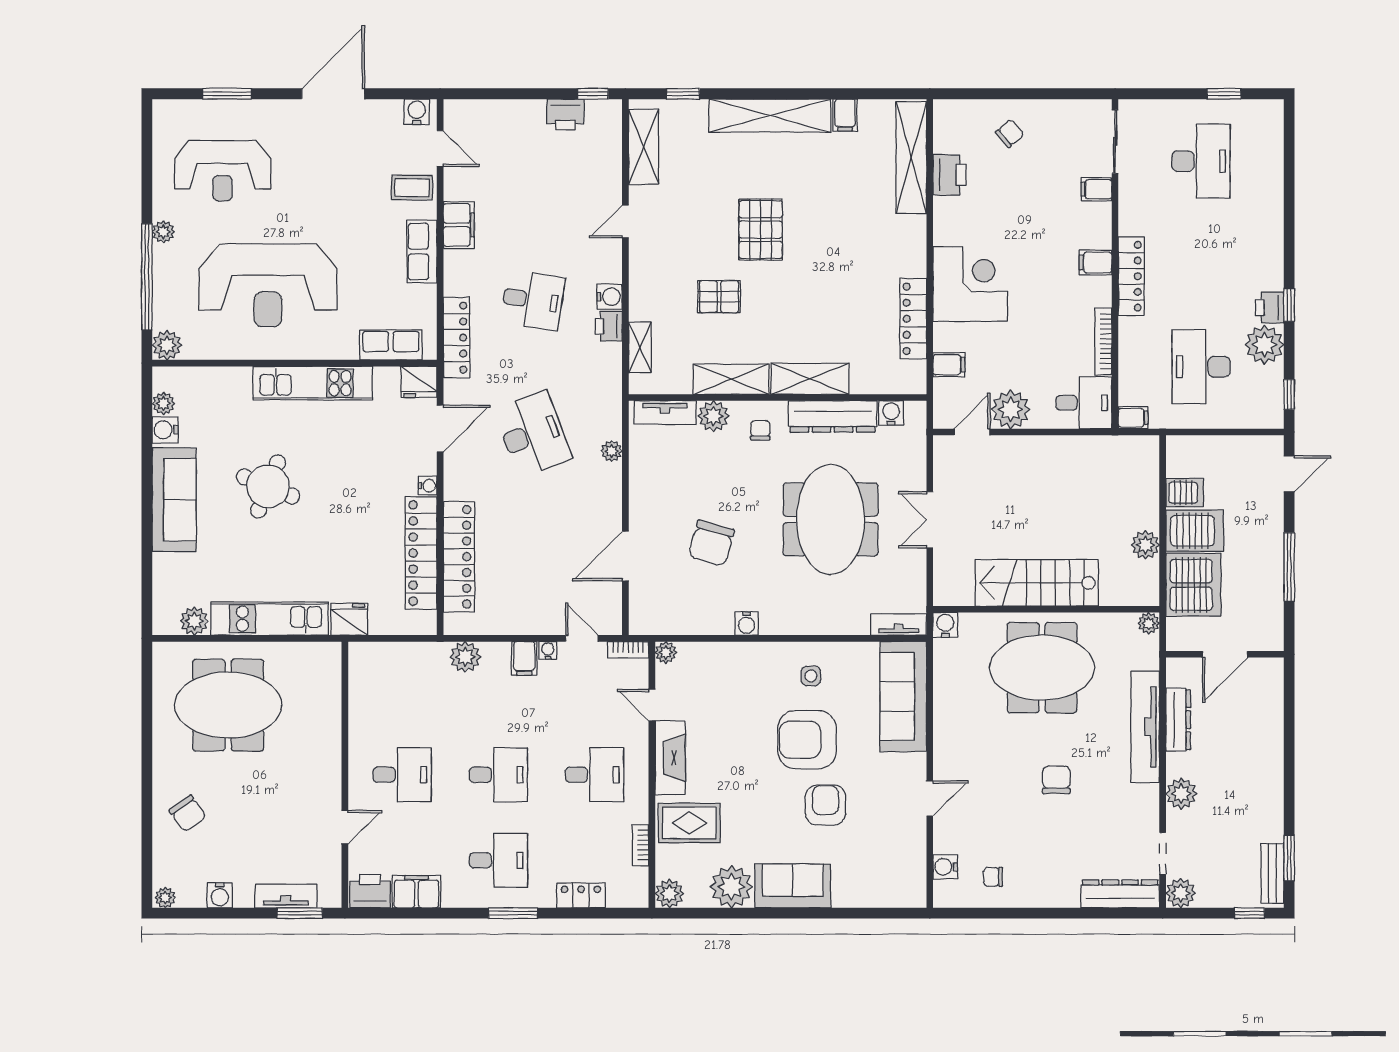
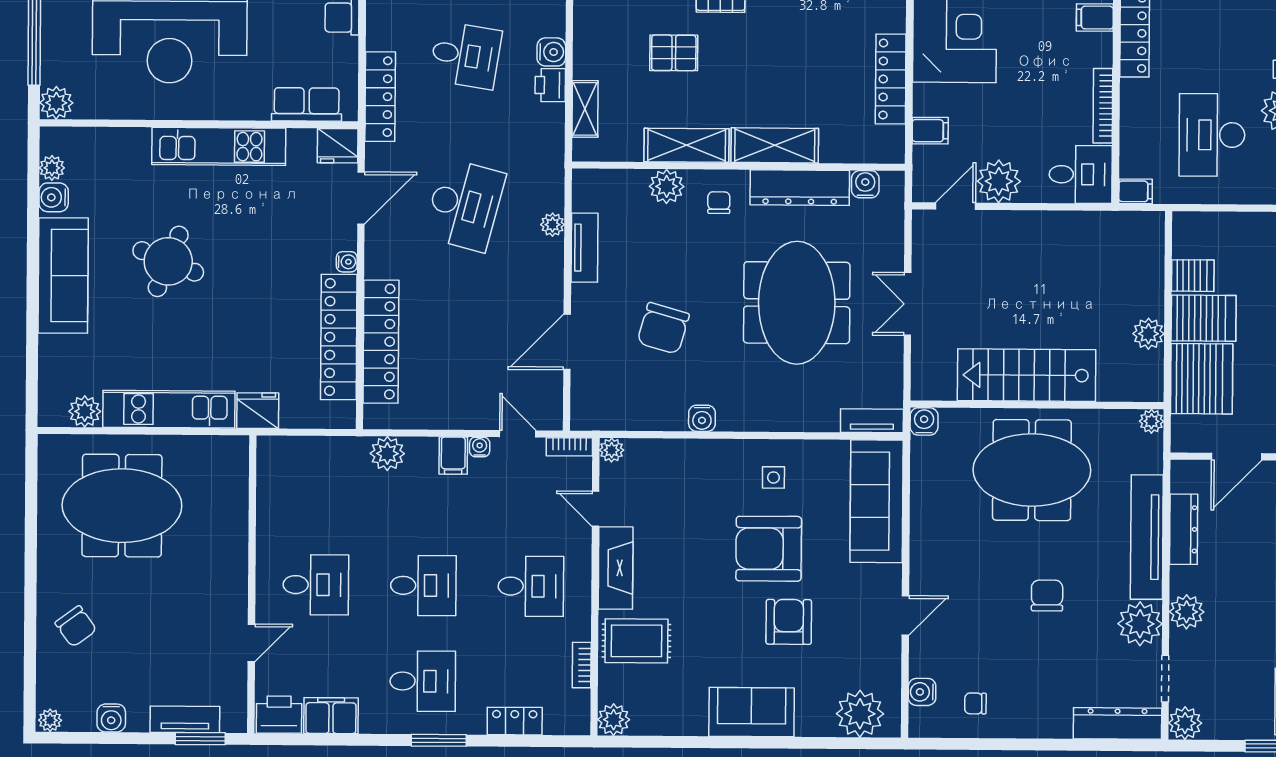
tv unit: (665, 413) -> (584, 248), moved, turned -90
desk: (533, 434) -> (464, 205), turned 36
plant: (1140, 805) -> (1140, 624), added
plant: (732, 887) -> (860, 714), moved

